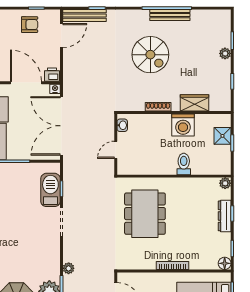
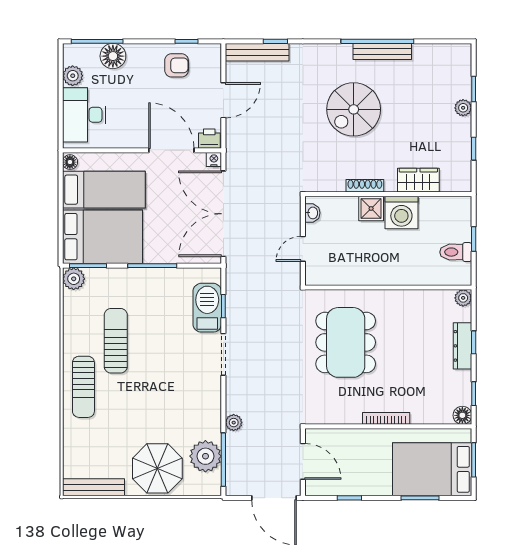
door: (62, 36) -> (223, 100), moved
spiral stairs: (150, 55) -> (354, 109), turned 90
shower: (222, 136) -> (371, 208), moved
toilet: (184, 164) -> (456, 252), moved, turned -90

